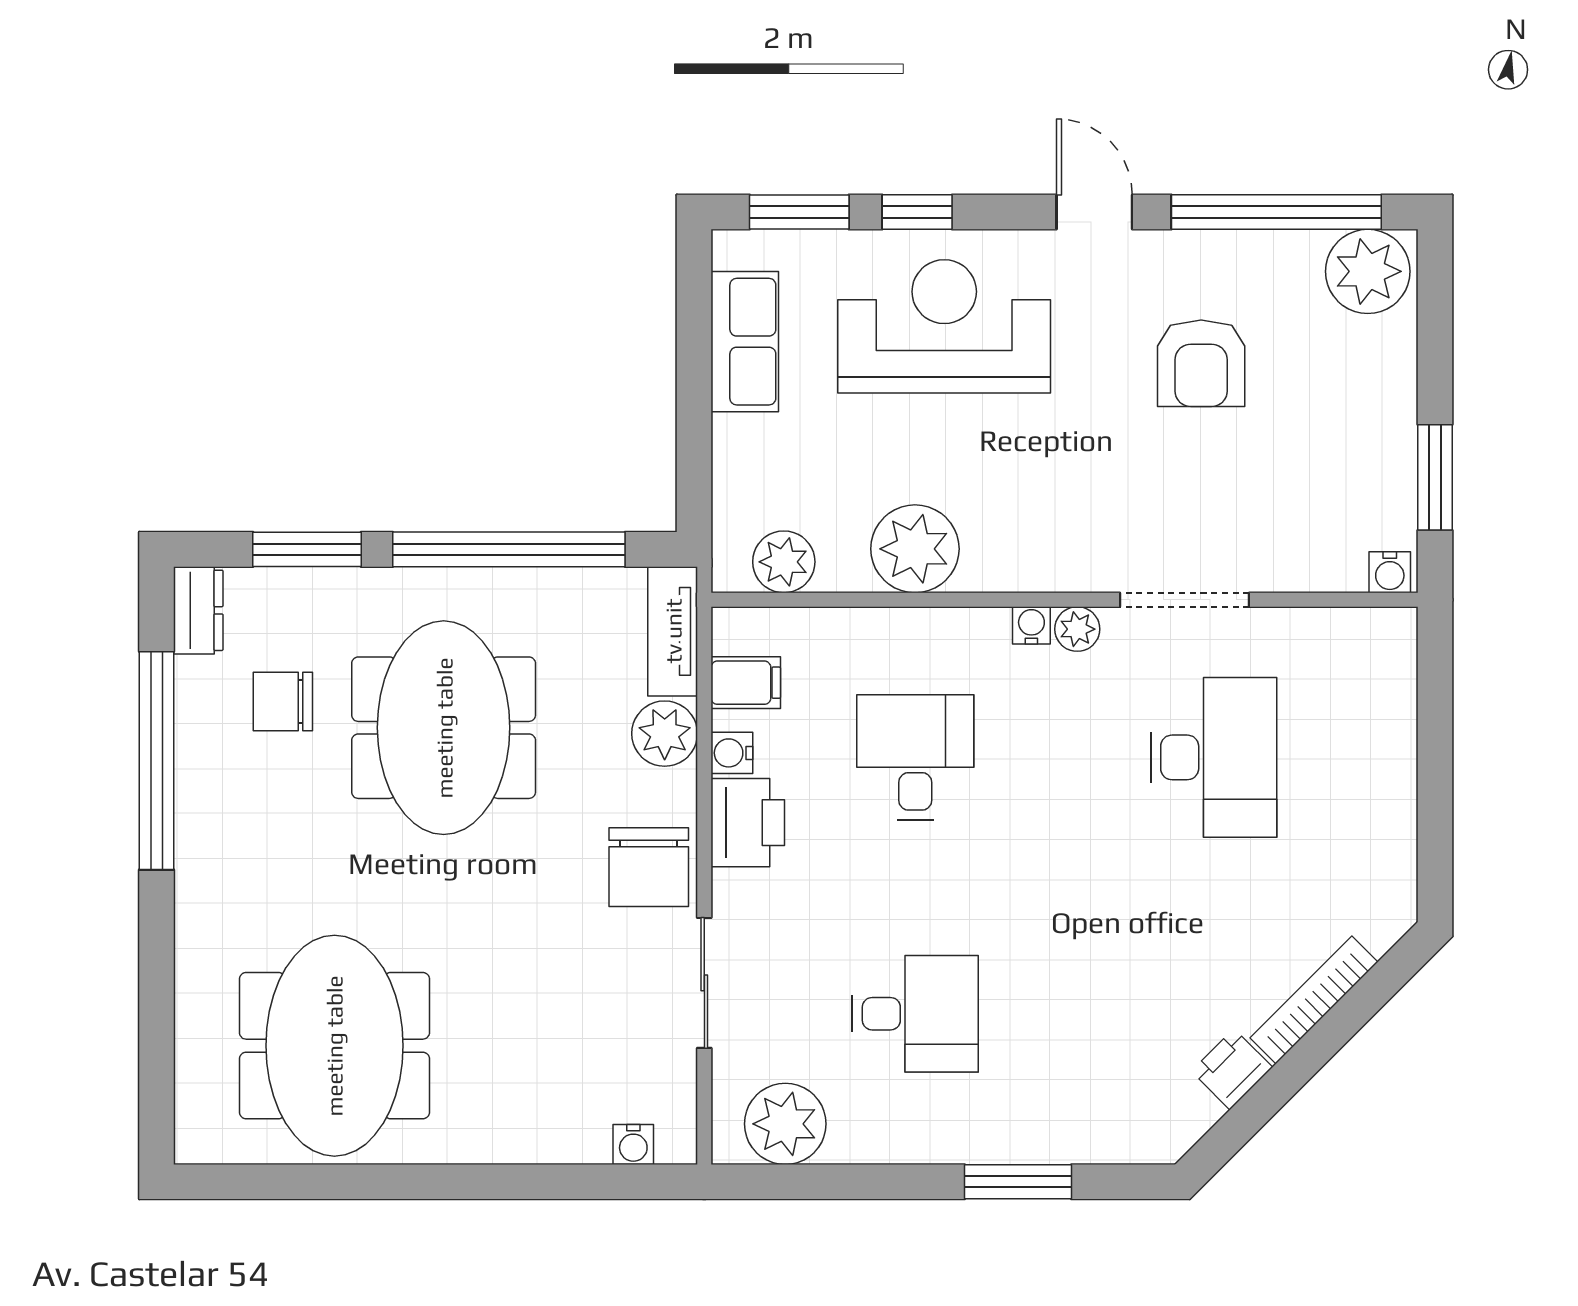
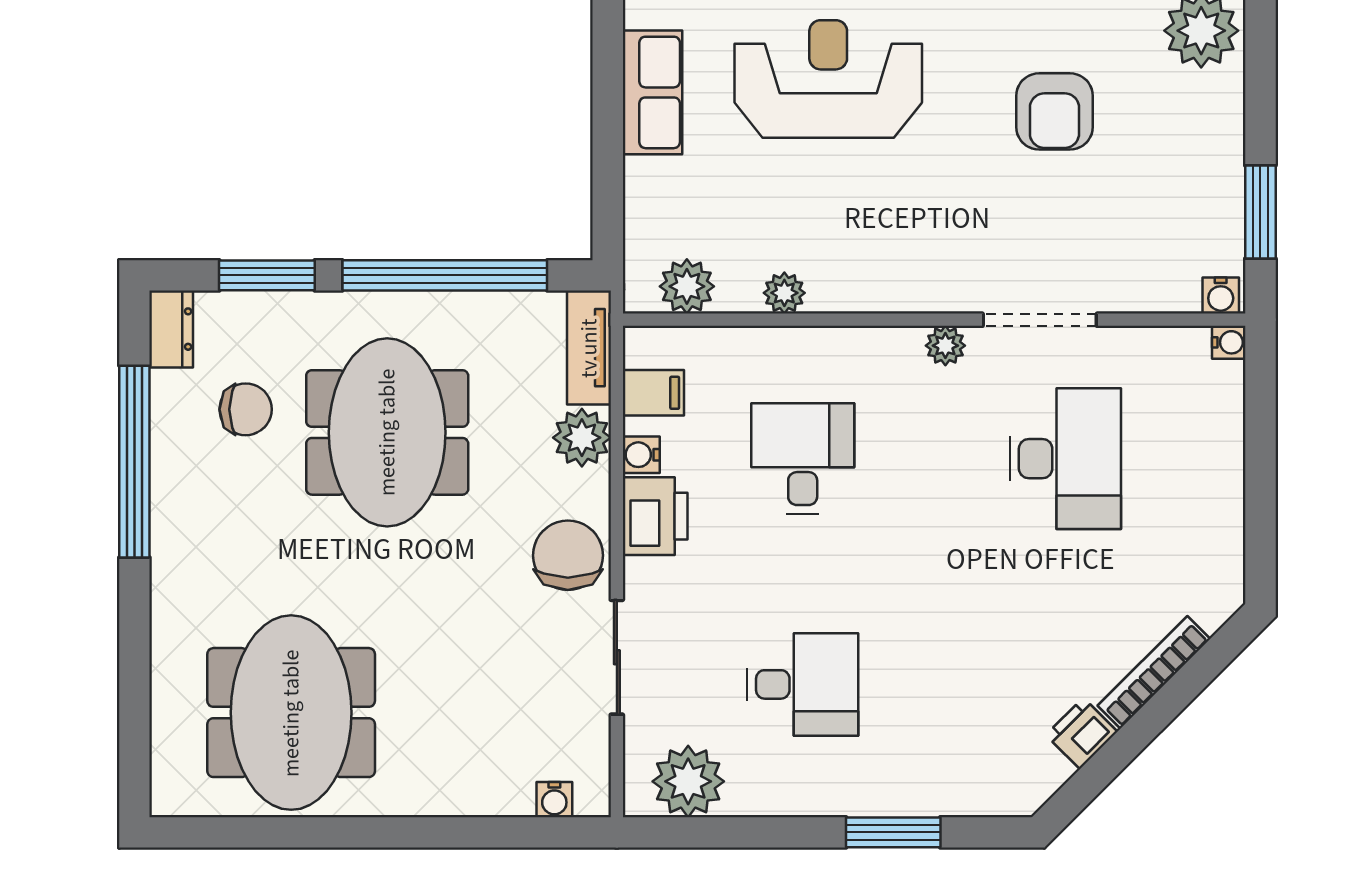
plant: (915, 549) -> (784, 293), width x0.53, depth x0.53
water cooler: (1031, 625) -> (1229, 342), moved, turned 90
chair: (283, 701) -> (246, 409), turned 180
chair: (649, 867) -> (568, 555), turned 180

